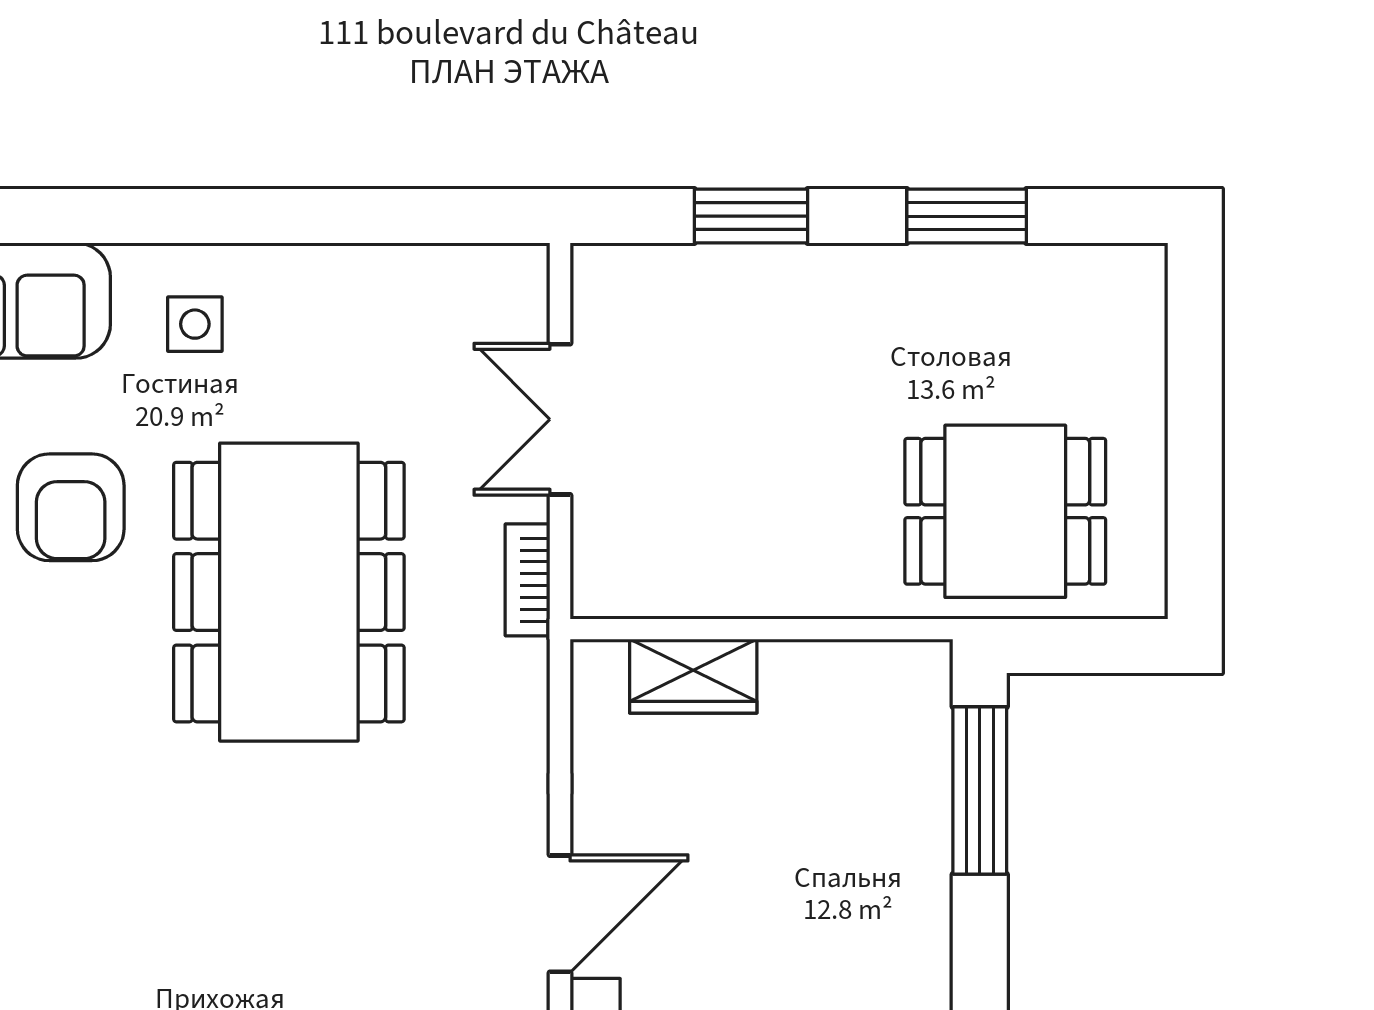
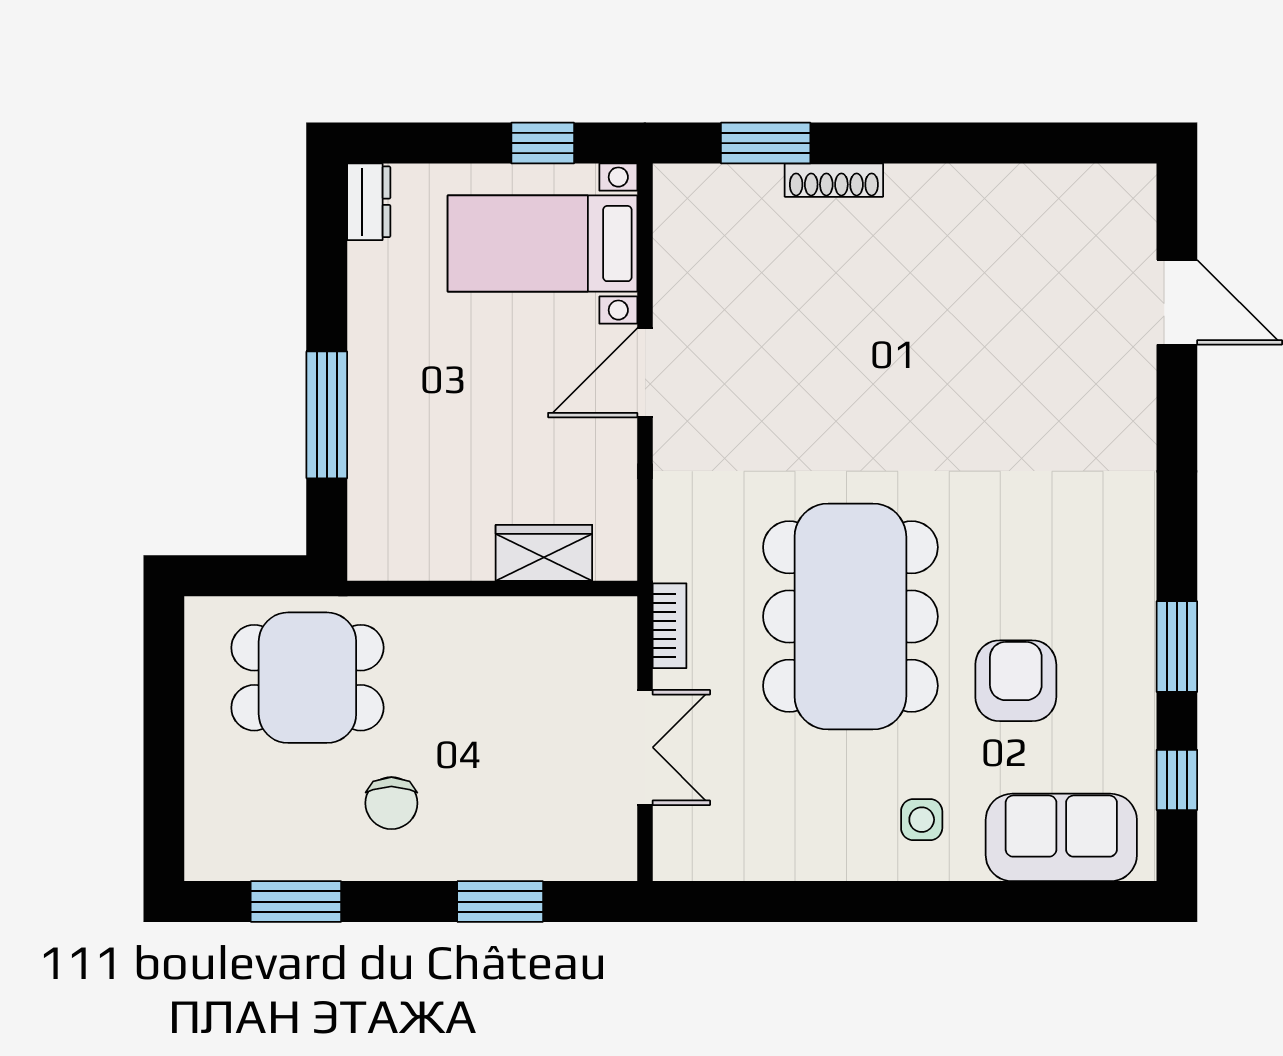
window: (967, 216) -> (296, 902), moved
chair: (895, 346) -> (391, 803), added
window: (980, 790) -> (327, 415), moved

